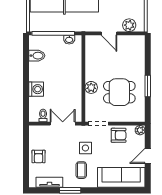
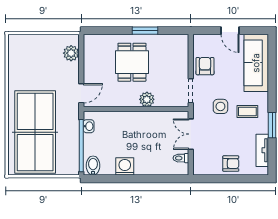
door: (109, 33) -> (81, 93), moved
bidet: (37, 56) -> (93, 166), moved
washing machine: (36, 89) -> (125, 166), moved
dining table: (119, 92) -> (132, 62), moved
plant: (140, 130) -> (199, 40), removed

